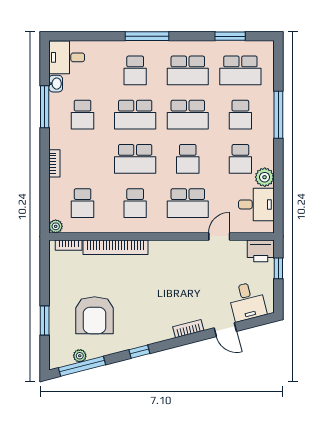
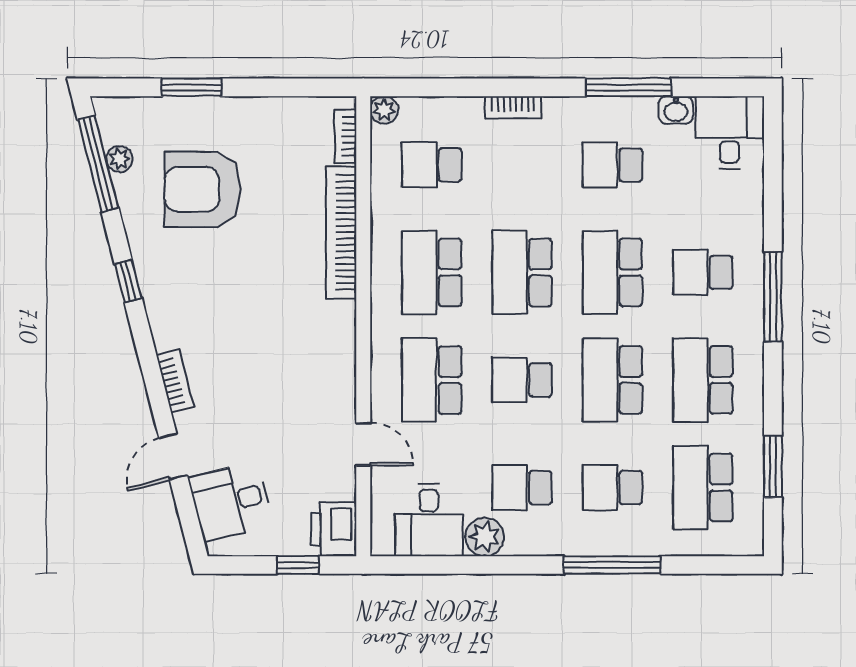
school desk: (135, 203) -> (432, 272), width x1.85

